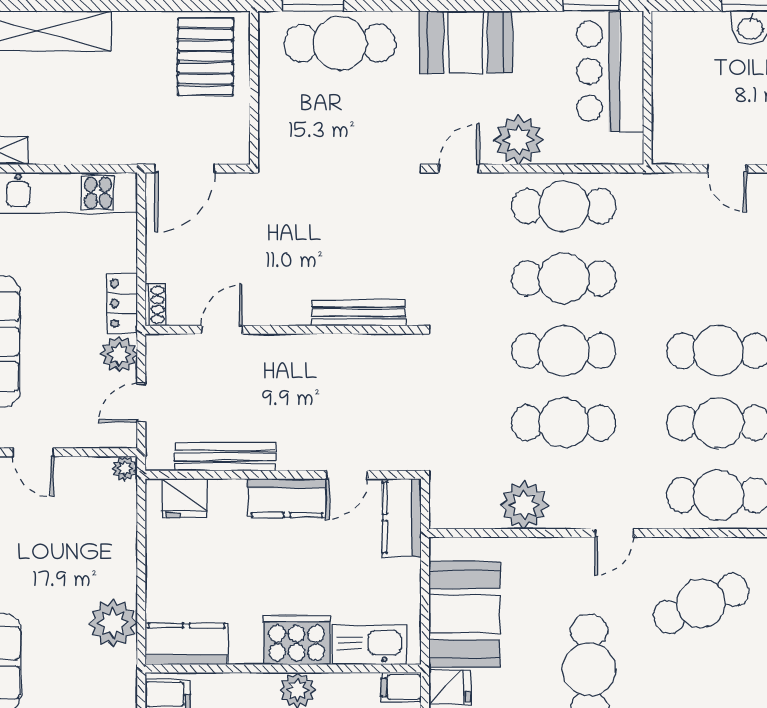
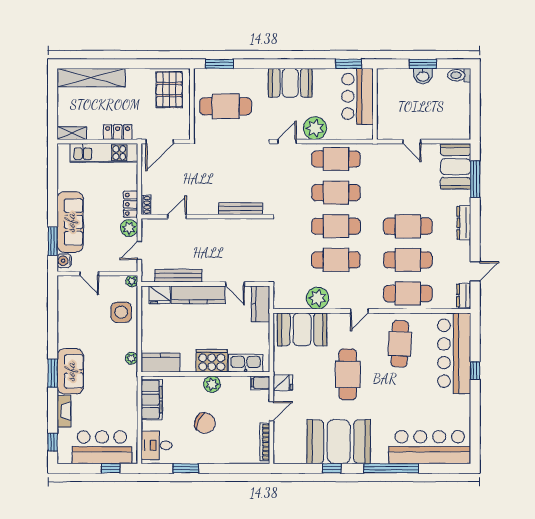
cafe table: (340, 43) -> (226, 106), moved
locker: (94, 148) -> (118, 132), added
door: (347, 475) -> (235, 284), hinge flipped
kitchen counter: (287, 498) -> (198, 295), width x1.50
side table: (102, 536) -> (121, 312), added
cafe table: (701, 603) -> (400, 344), turned -65
booth: (464, 614) -> (302, 329), moved, turned 90
plant: (113, 623) -> (132, 358), width x0.53, depth x0.53

